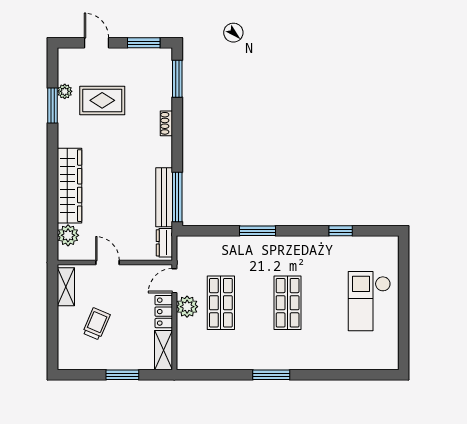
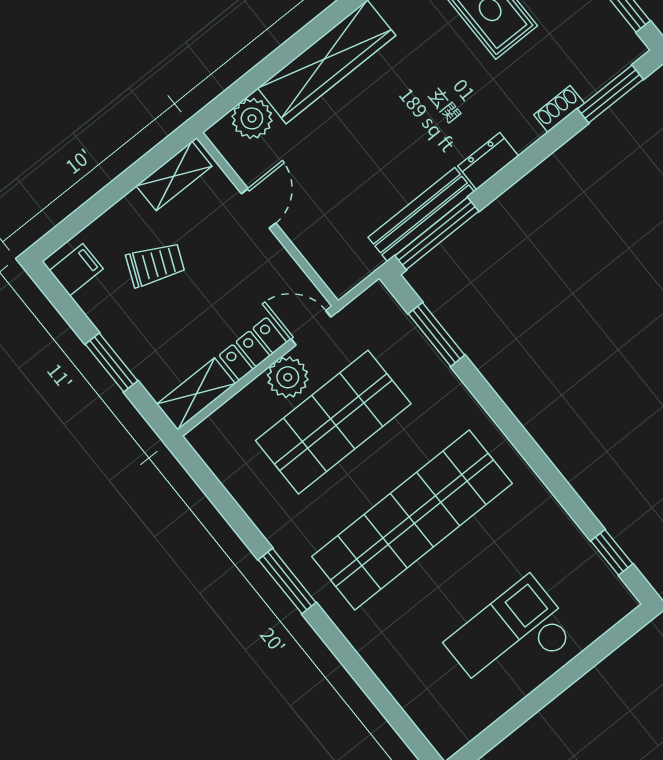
shoe rack: (166, 123) -> (559, 109), moved
window: (258, 231) -> (437, 334), moved
window: (341, 231) -> (612, 552), moved
dresser: (164, 243) -> (488, 161), moved
shop shelf: (221, 303) -> (333, 422), width x1.43, depth x1.36
shop shelf: (288, 303) -> (412, 520), width x2.00, depth x1.36
filing cabinet: (72, 358) -> (76, 270), added

